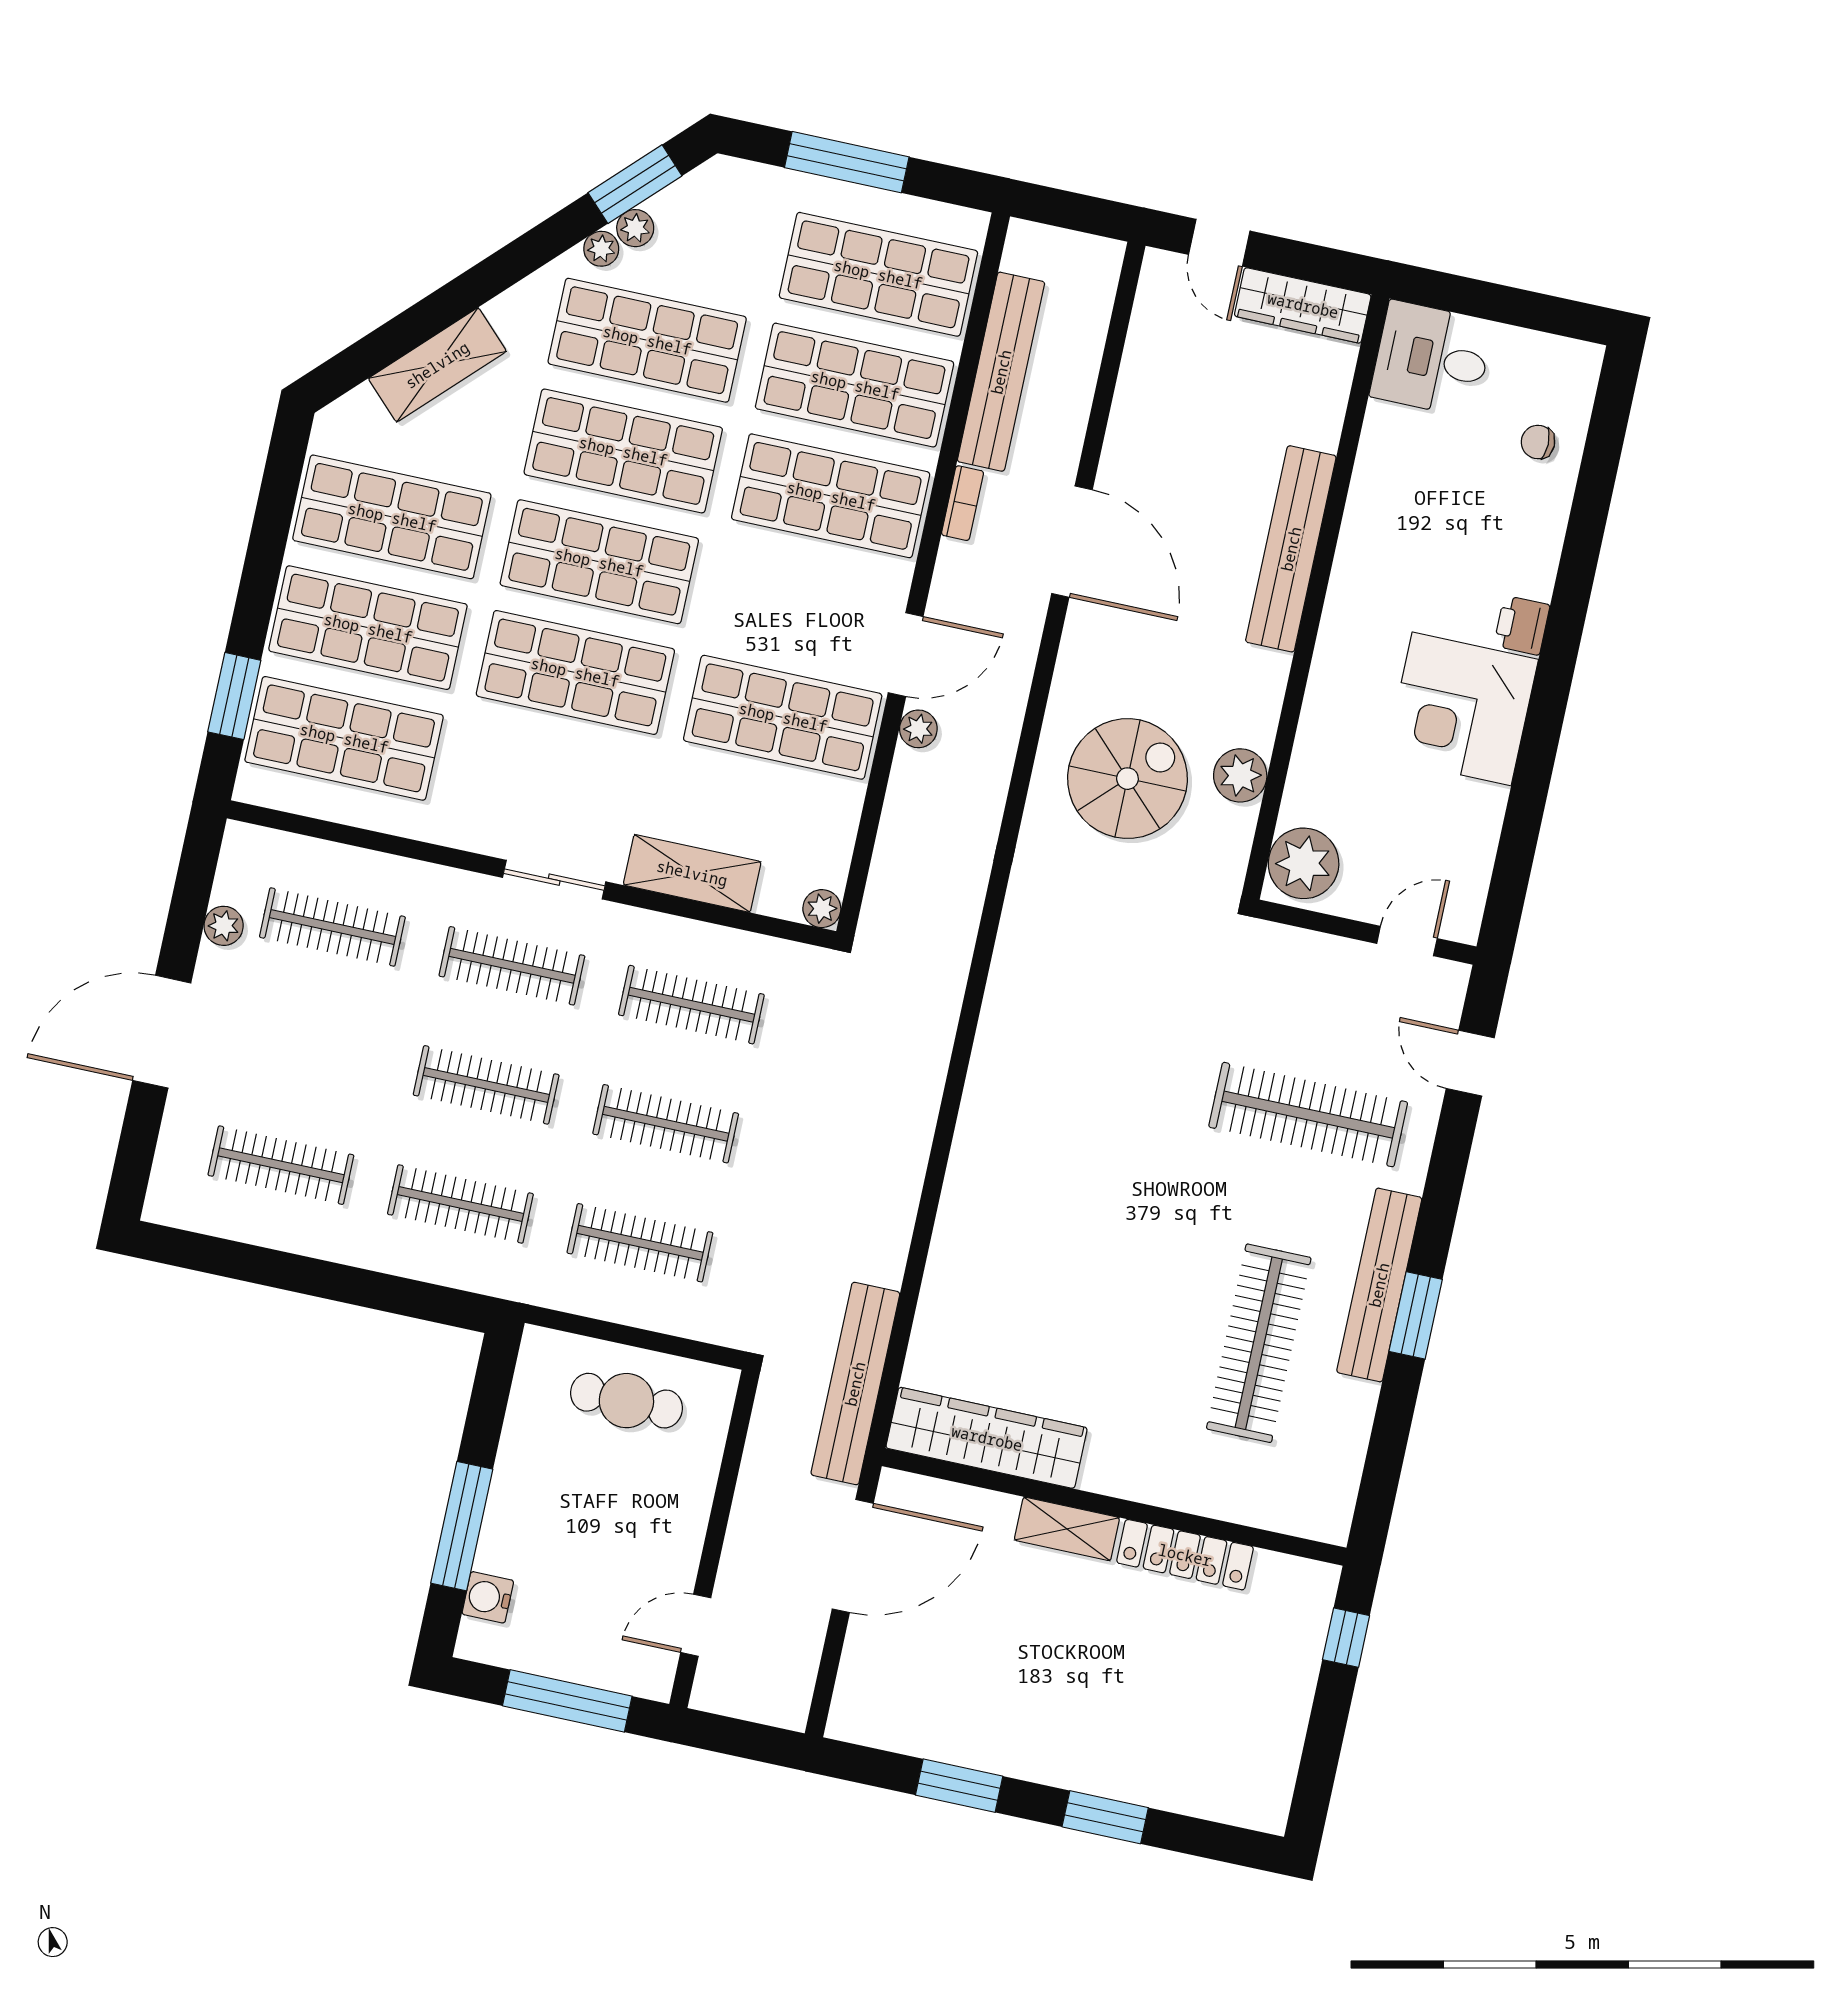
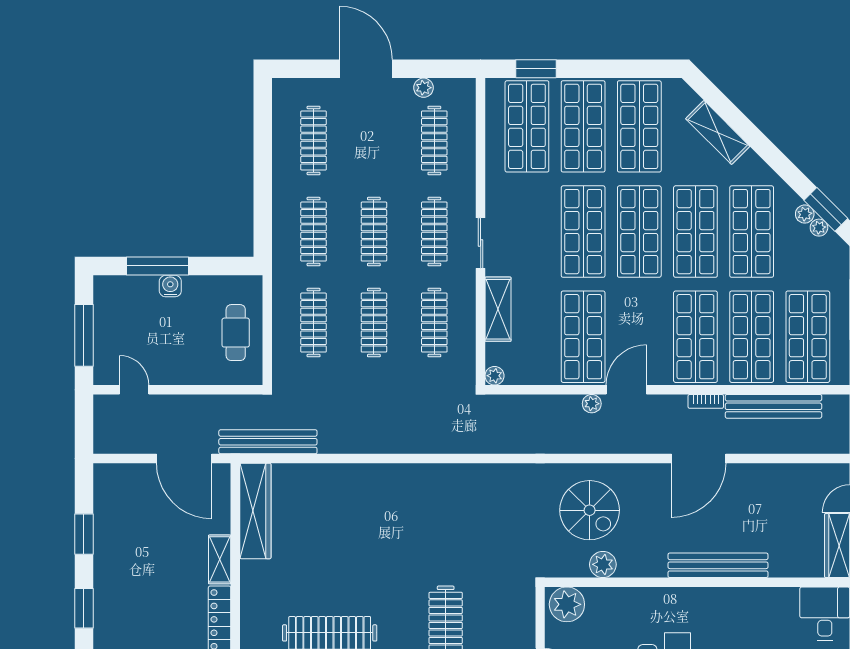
plant: (601, 249) -> (819, 228), moved
door: (906, 655) -> (626, 390), swing flipped
water cooler: (488, 1597) -> (170, 286), moved

